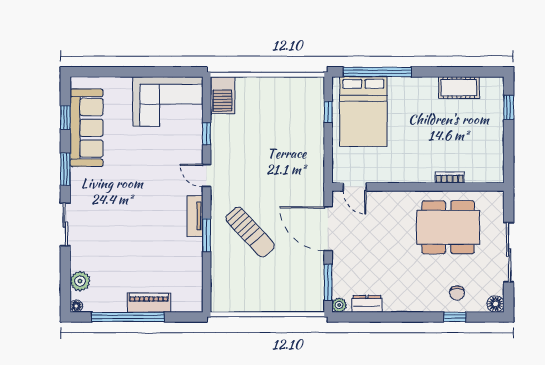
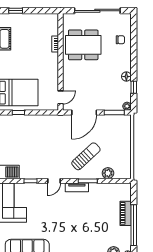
dining table: (448, 227) -> (83, 45), turned 90
sliding door: (509, 252) -> (97, 11), width x1.36
plant: (220, 271) -> (108, 173), added
dresser: (367, 304) -> (126, 91), removed
floor lamp: (496, 304) -> (126, 77), moved
window: (455, 317) -> (134, 87), moved

